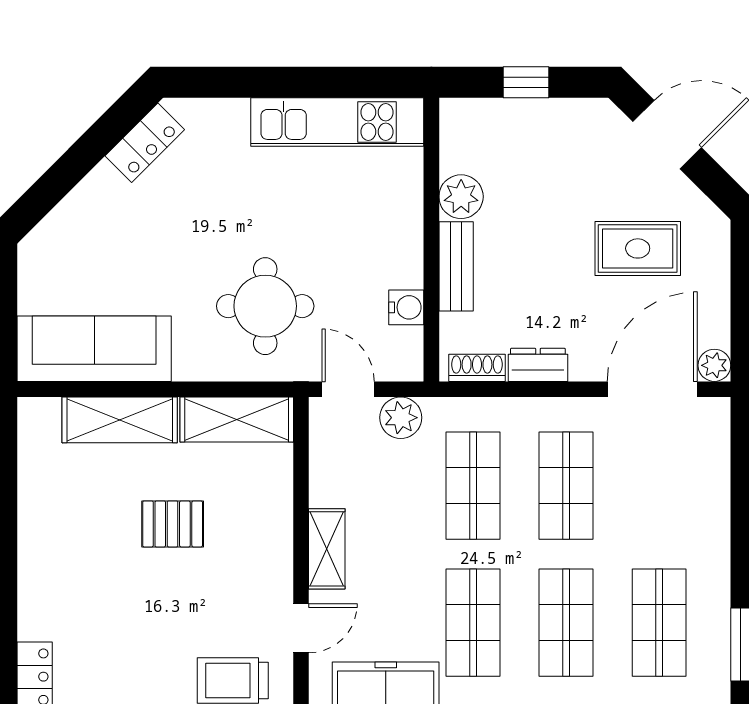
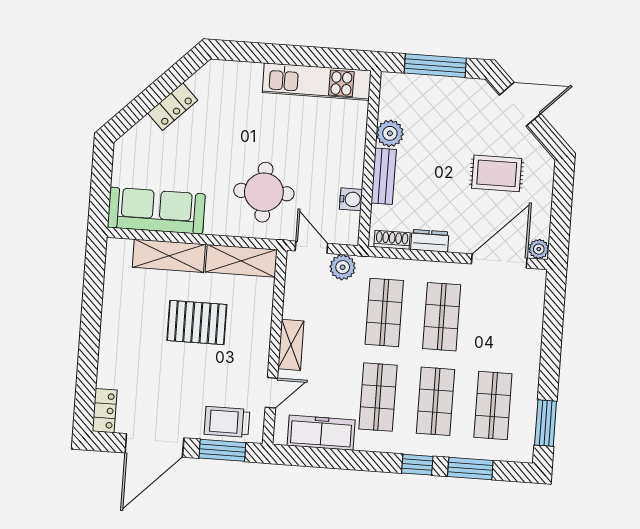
window: (526, 82) -> (435, 66), width x2.17
locker: (145, 143) -> (173, 107), moved
pallet: (173, 524) -> (197, 322), width x1.50, depth x1.42

